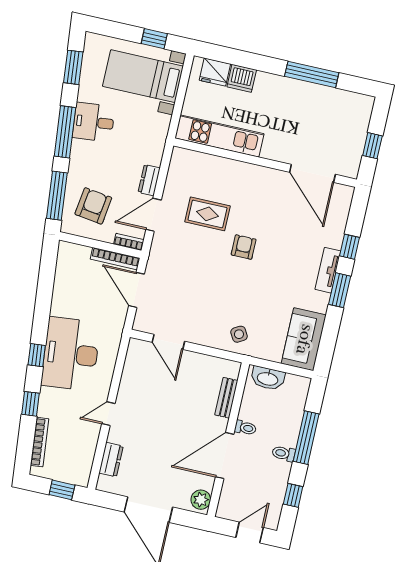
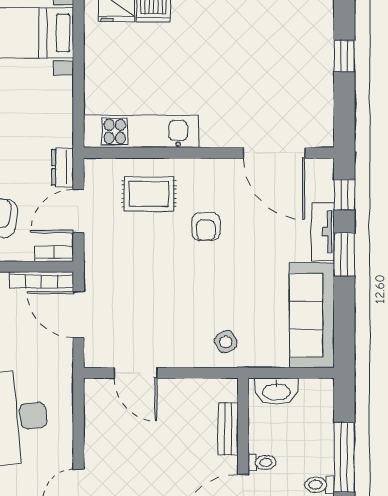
kitchen unit: (219, 136) -> (141, 131), moved
wall: (265, 163) -> (209, 153), moved
door: (312, 173) -> (274, 153), moved
armchair: (244, 247) -> (206, 227), turned 180
sofa: (304, 339) -> (312, 315), width x1.36

